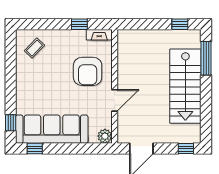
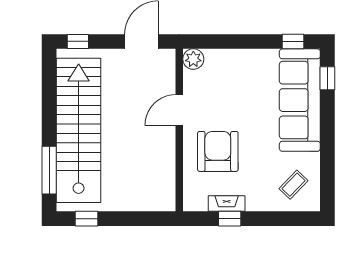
fireplace: (99, 35) -> (227, 204), moved
stairs: (185, 86) -> (79, 130), width x1.36
sofa: (52, 129) -> (300, 100), moved, turned 90

